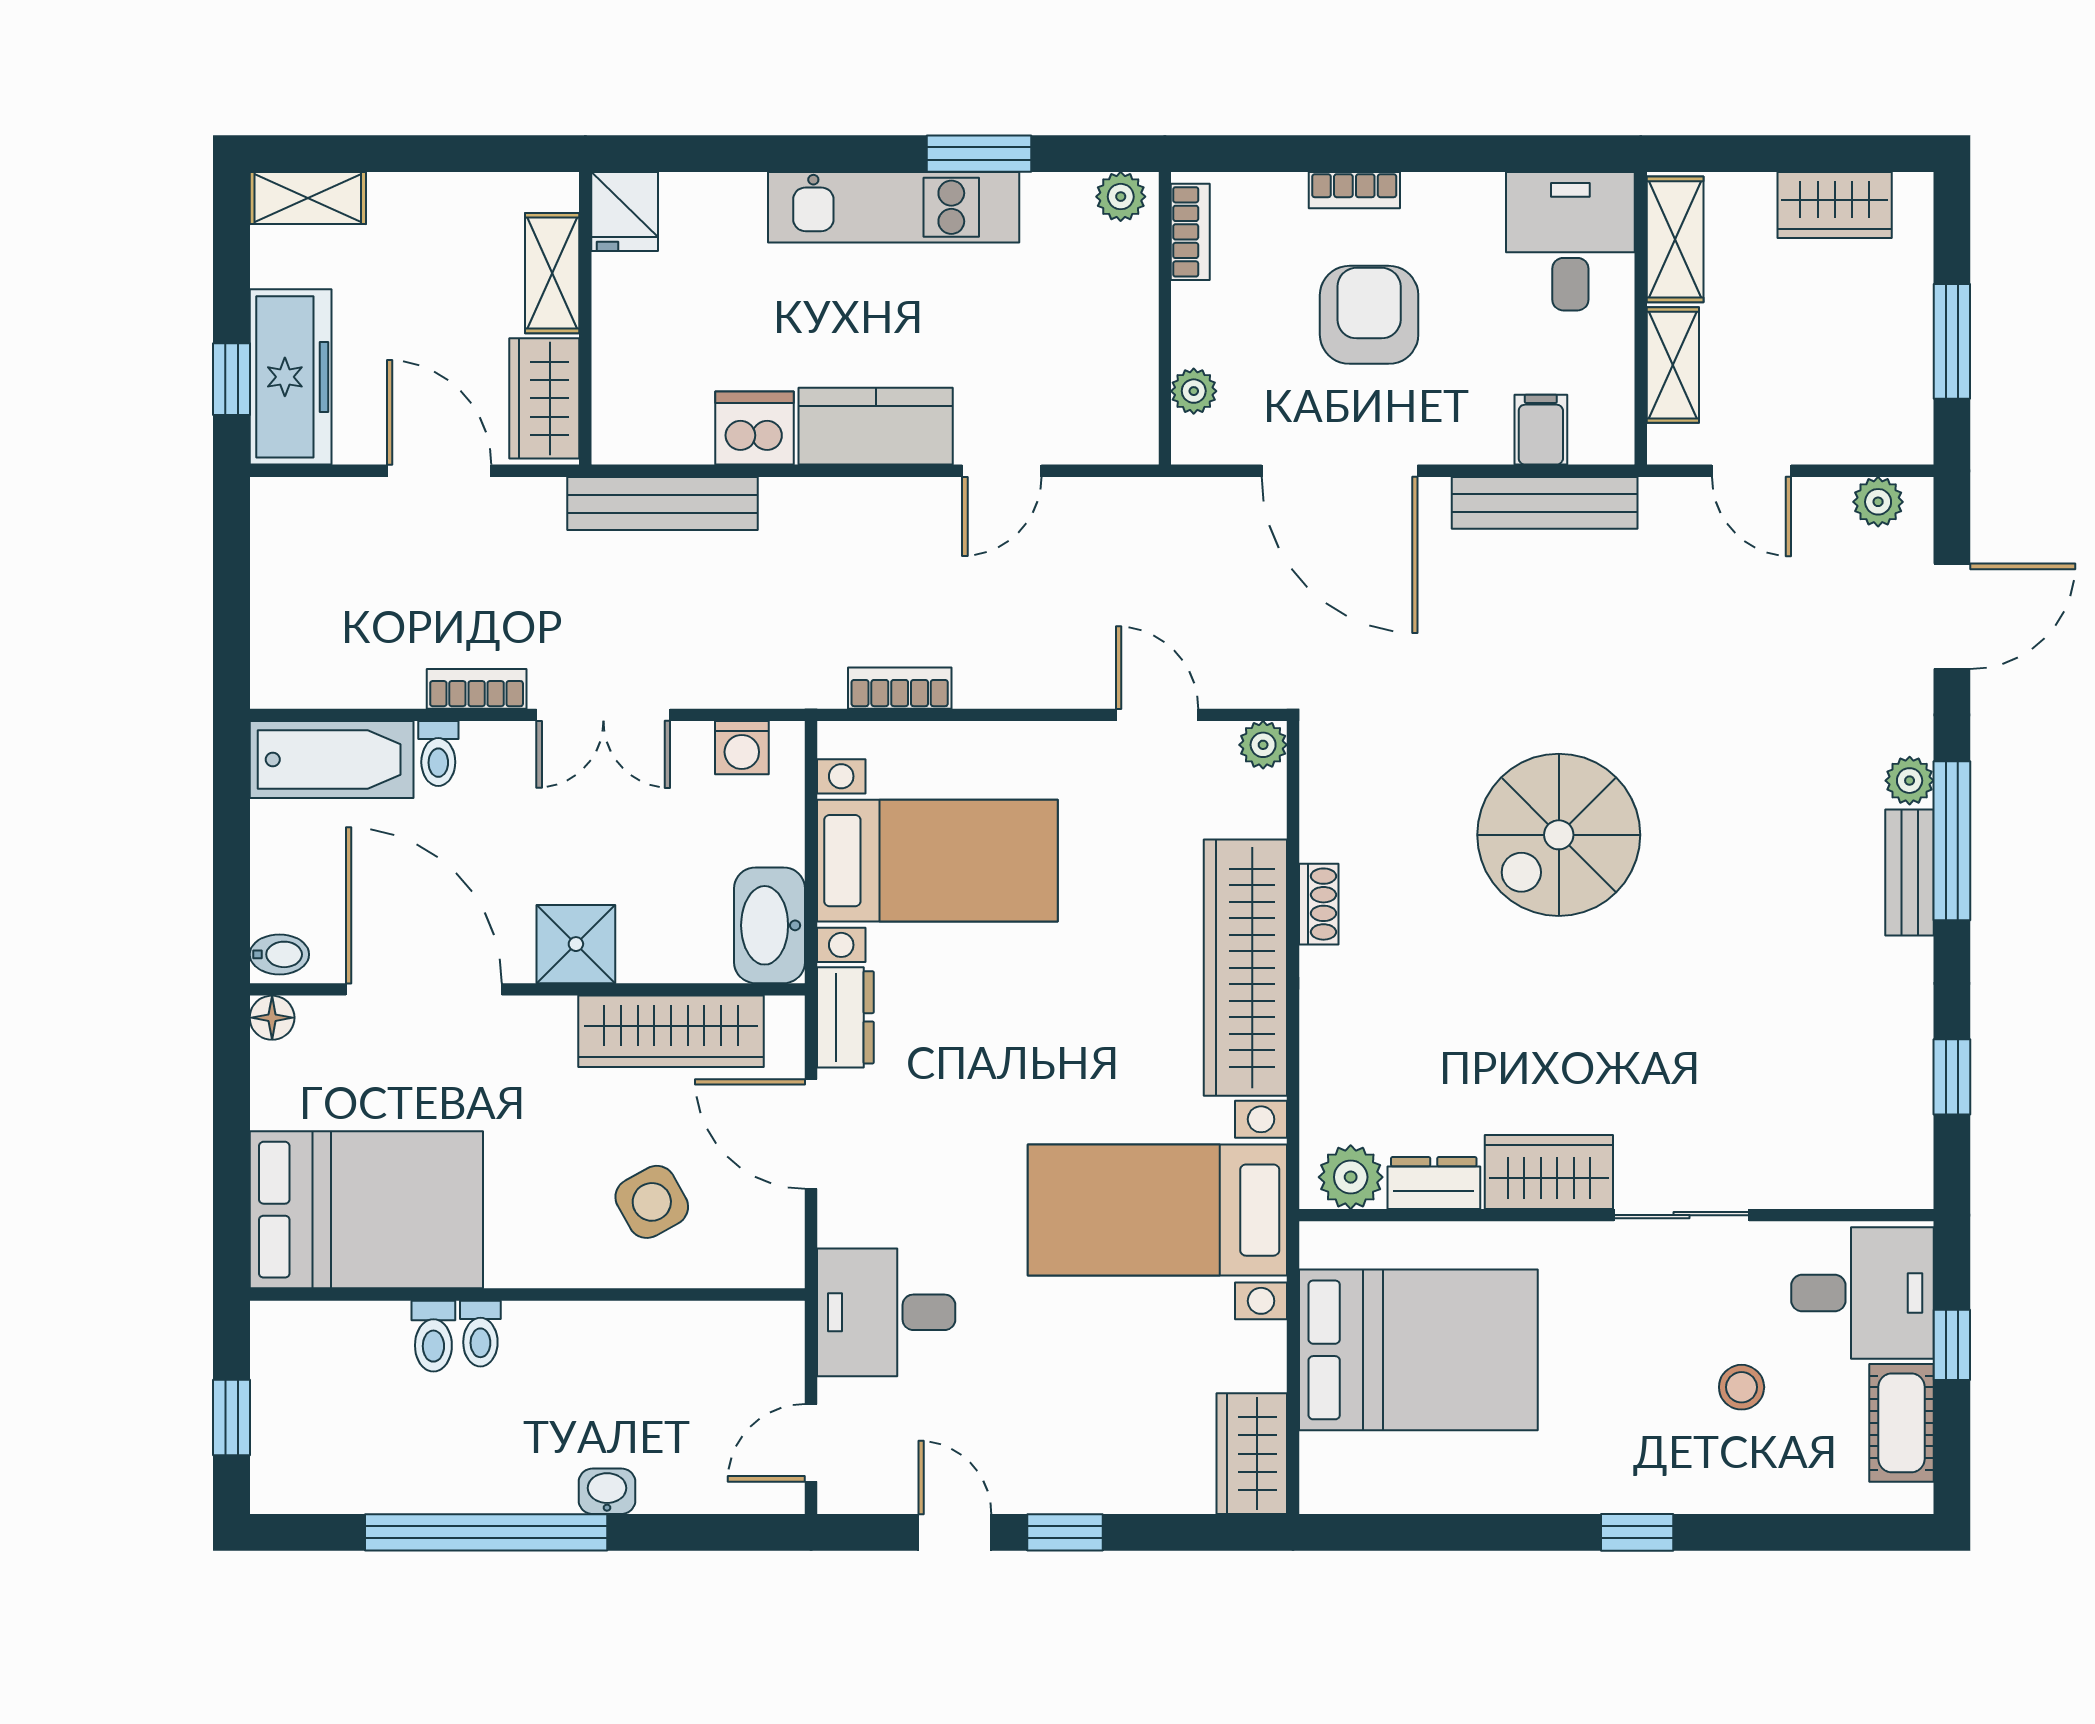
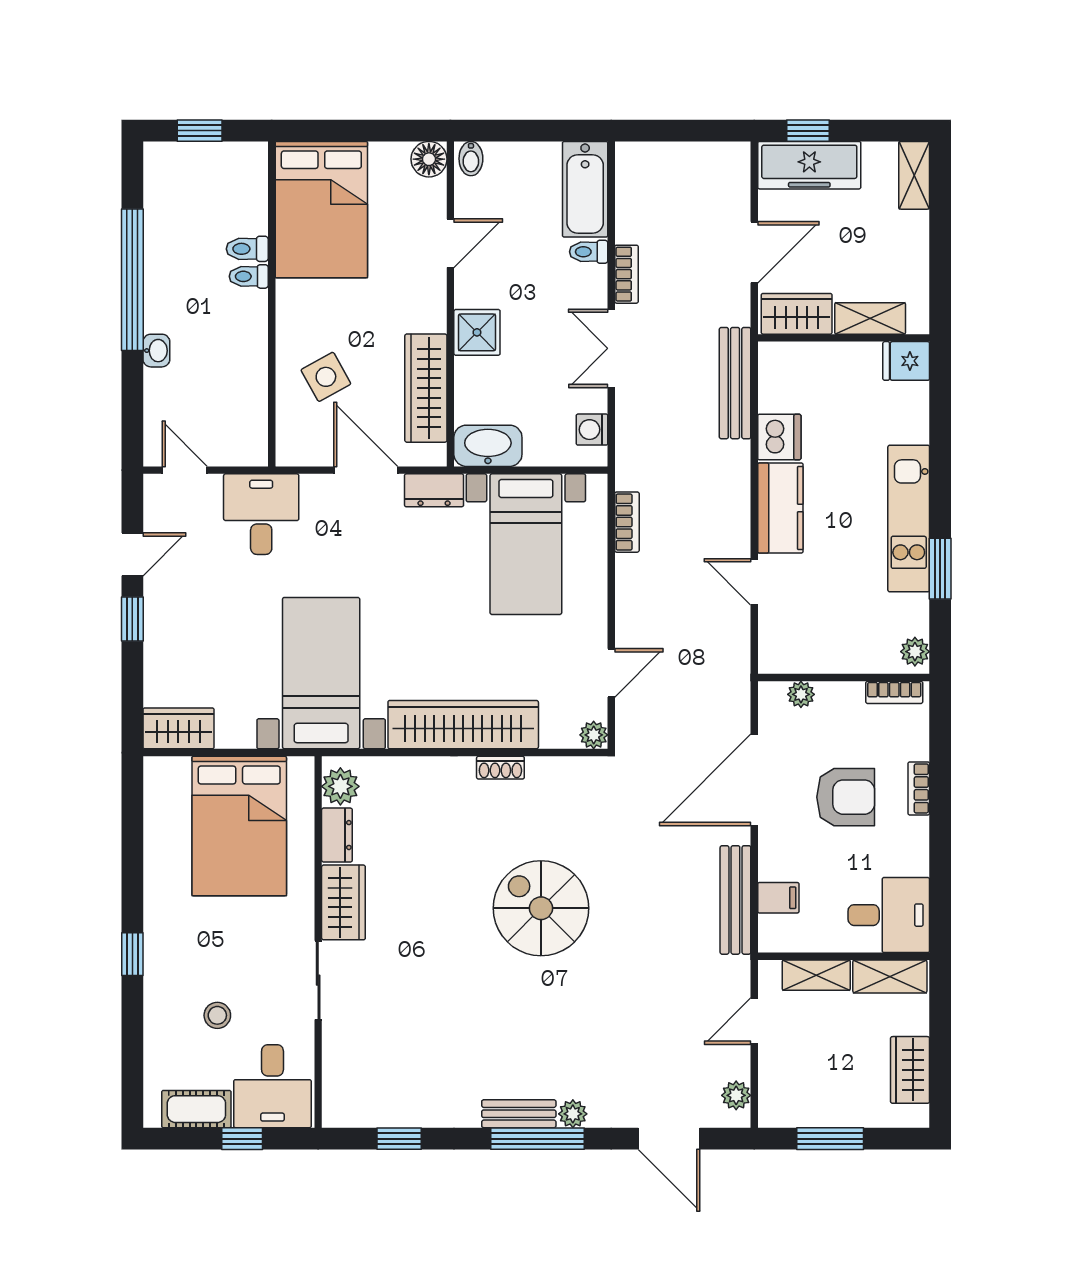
door: (424, 989) -> (450, 243), width x0.53
floor lamp: (272, 1018) -> (429, 159), width x1.37, depth x1.37
door: (811, 1134) -> (366, 470), hinge flipped

